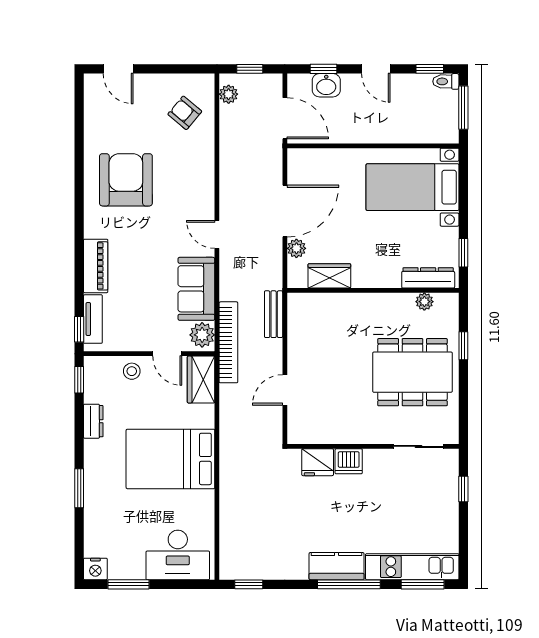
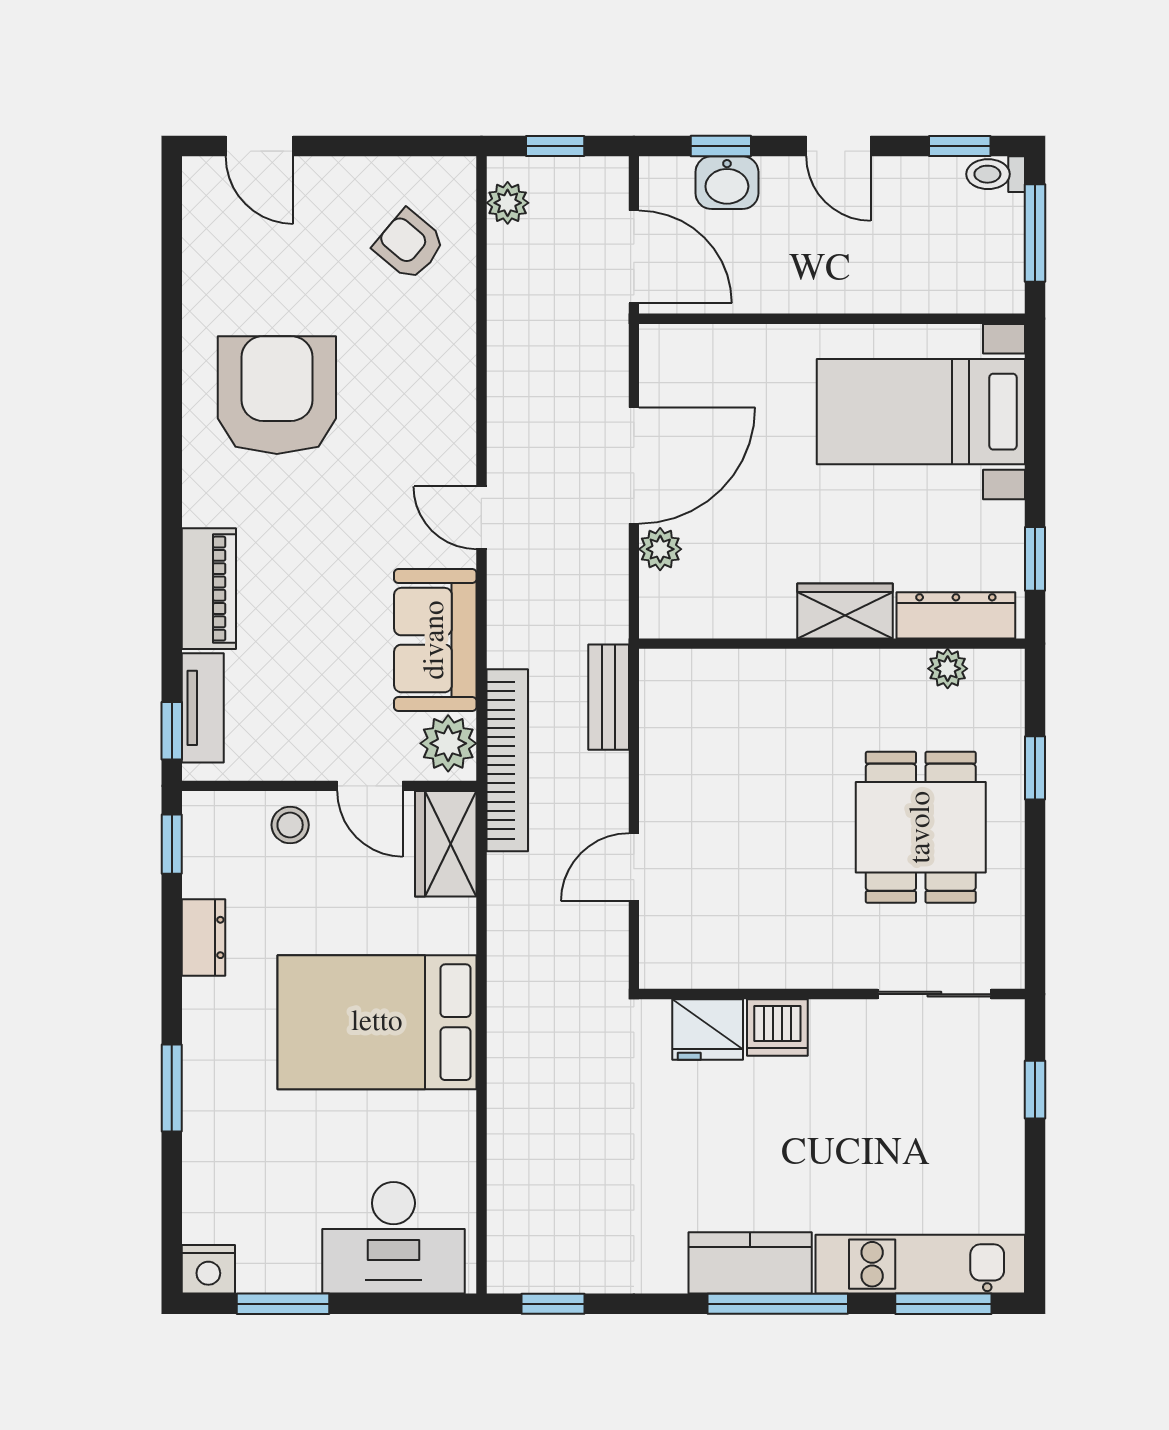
wardrobe: (329, 276) -> (845, 611), moved
dining table: (412, 372) -> (921, 827), width x0.73

